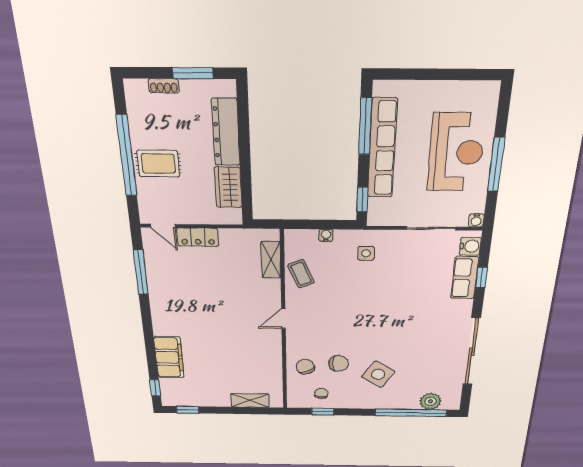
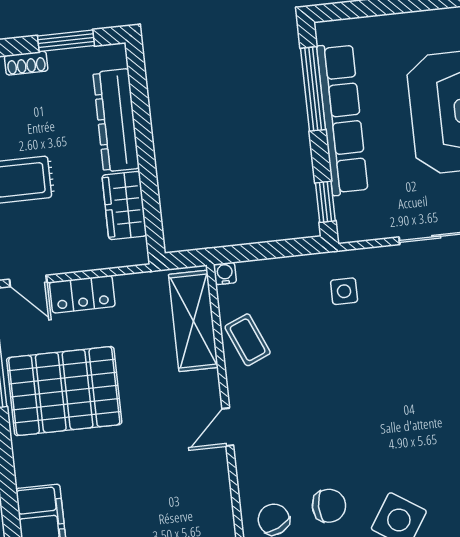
water cooler: (326, 235) -> (225, 273), moved
shelving: (271, 260) -> (193, 321), width x1.50, depth x1.33
pallet: (184, 289) -> (64, 391), added

